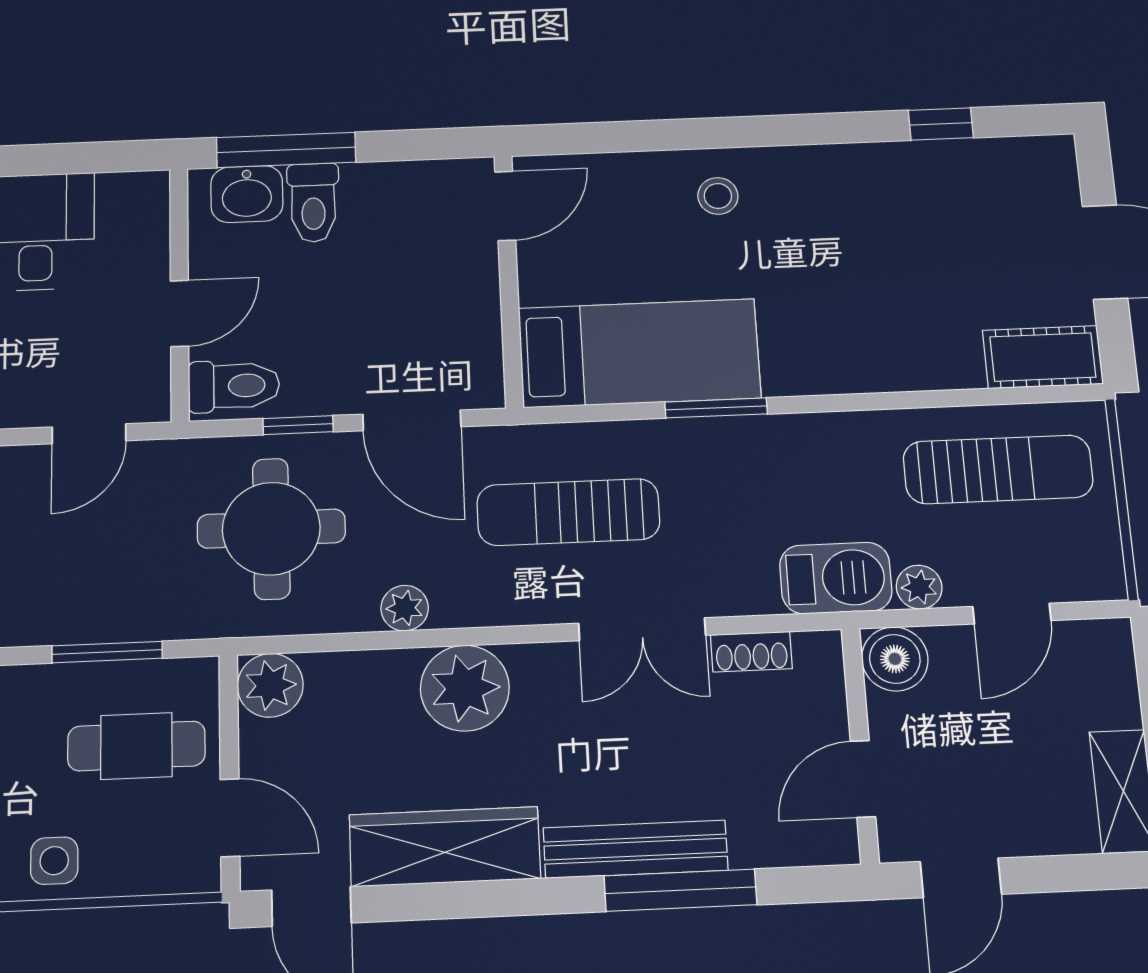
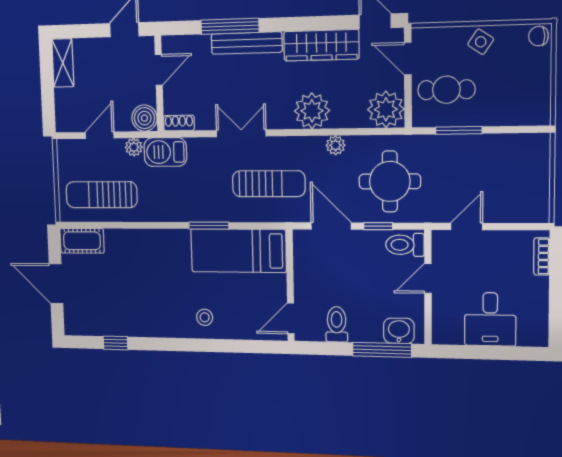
toilet: (313, 203) -> (337, 324), moved
shoe rack: (751, 652) -> (179, 123), moved
plant: (270, 685) -> (386, 109), width x1.36, depth x1.36
side table: (54, 861) -> (481, 42), turned 34

